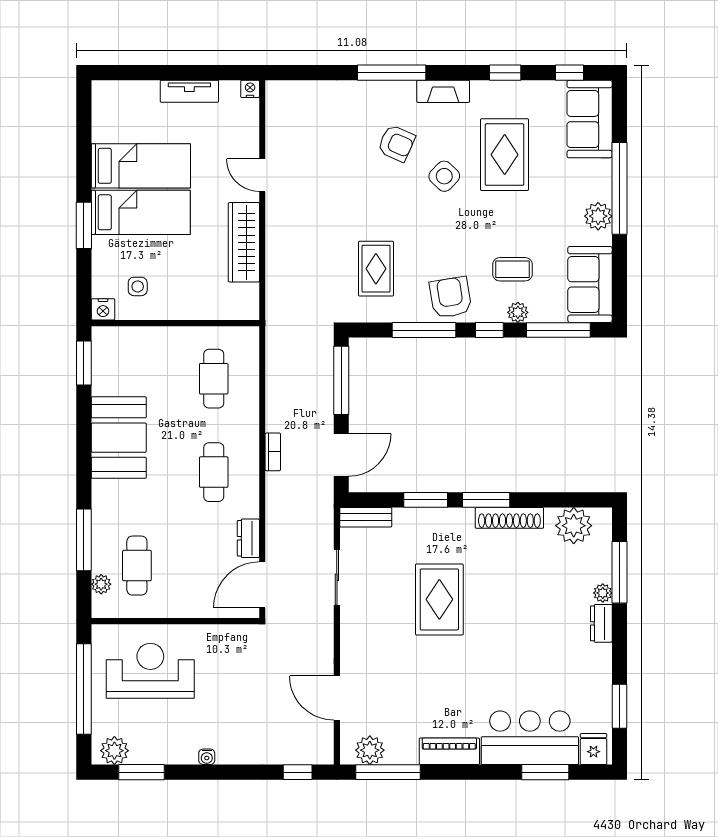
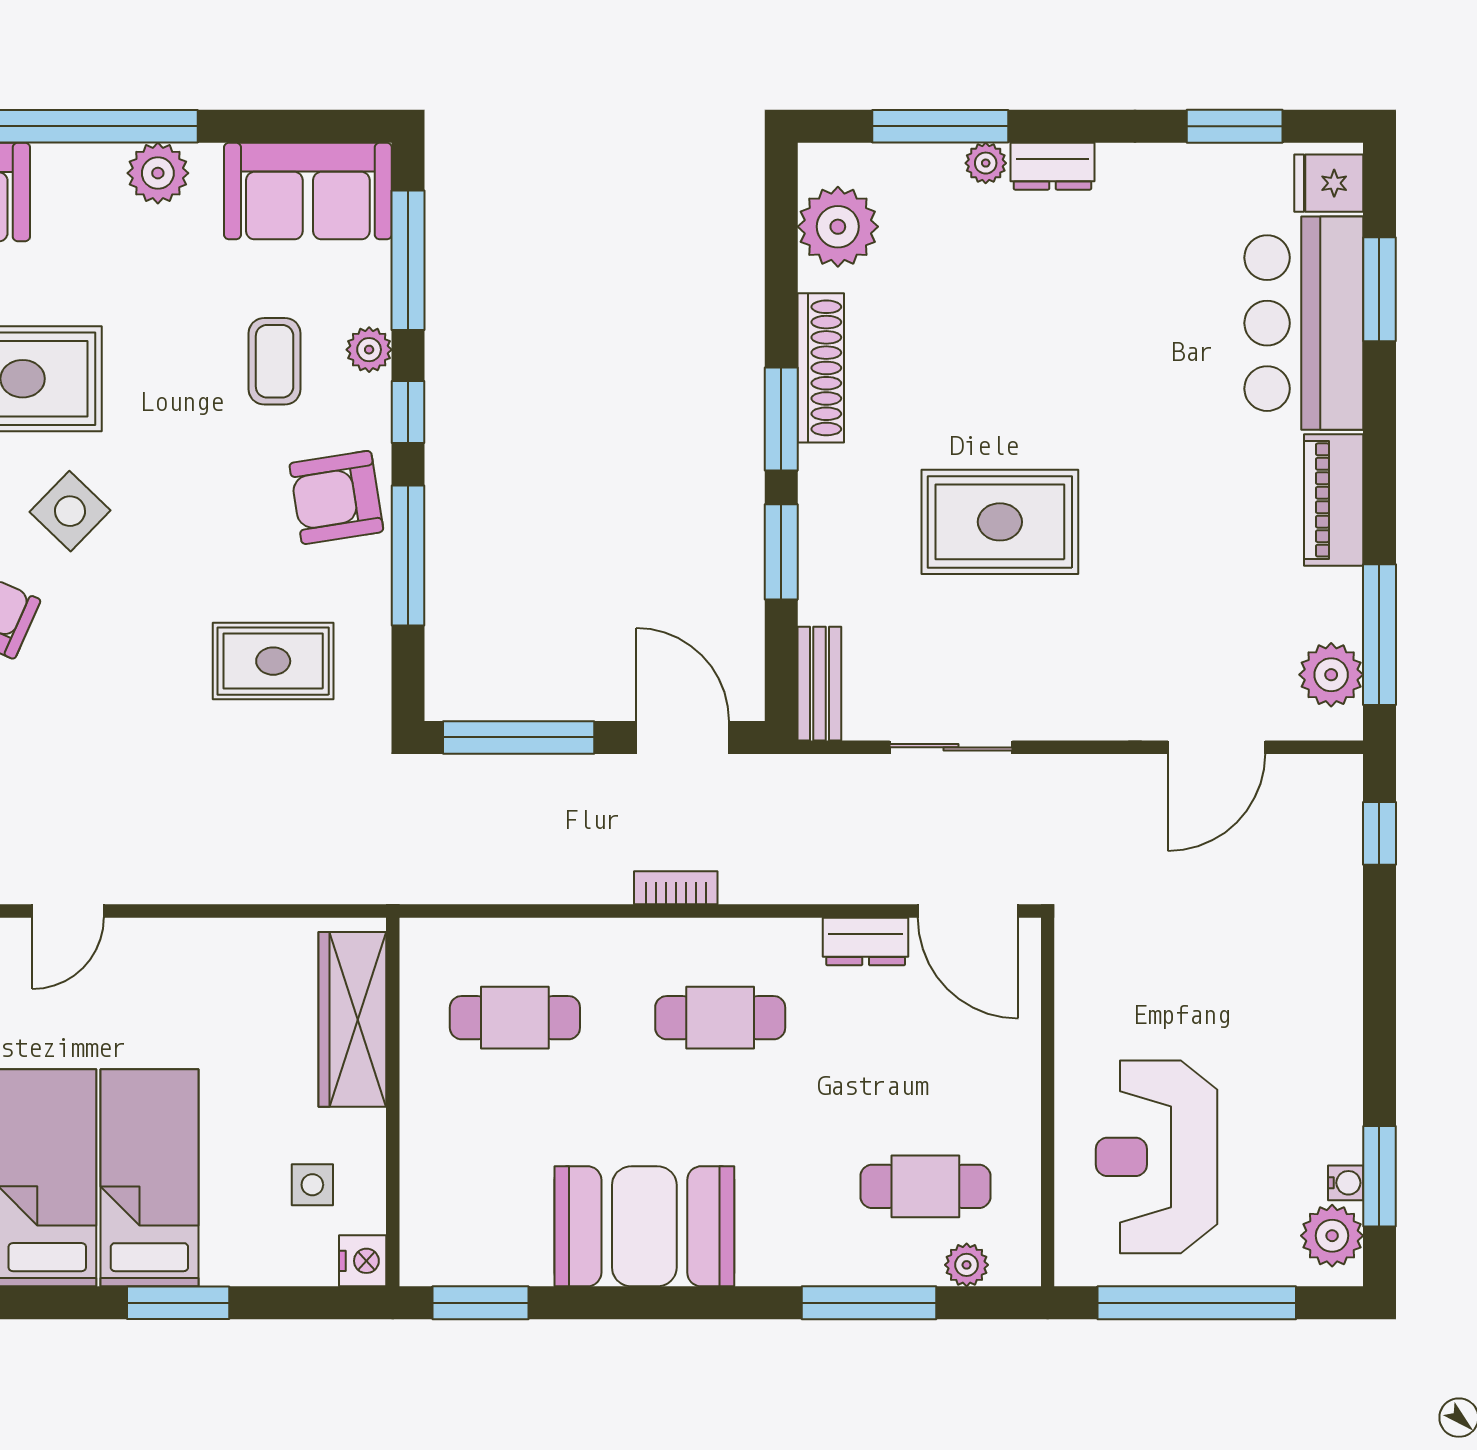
wardrobe: (244, 242) -> (352, 1019), moved, turned 90
water cooler: (207, 757) -> (1346, 1183), moved

